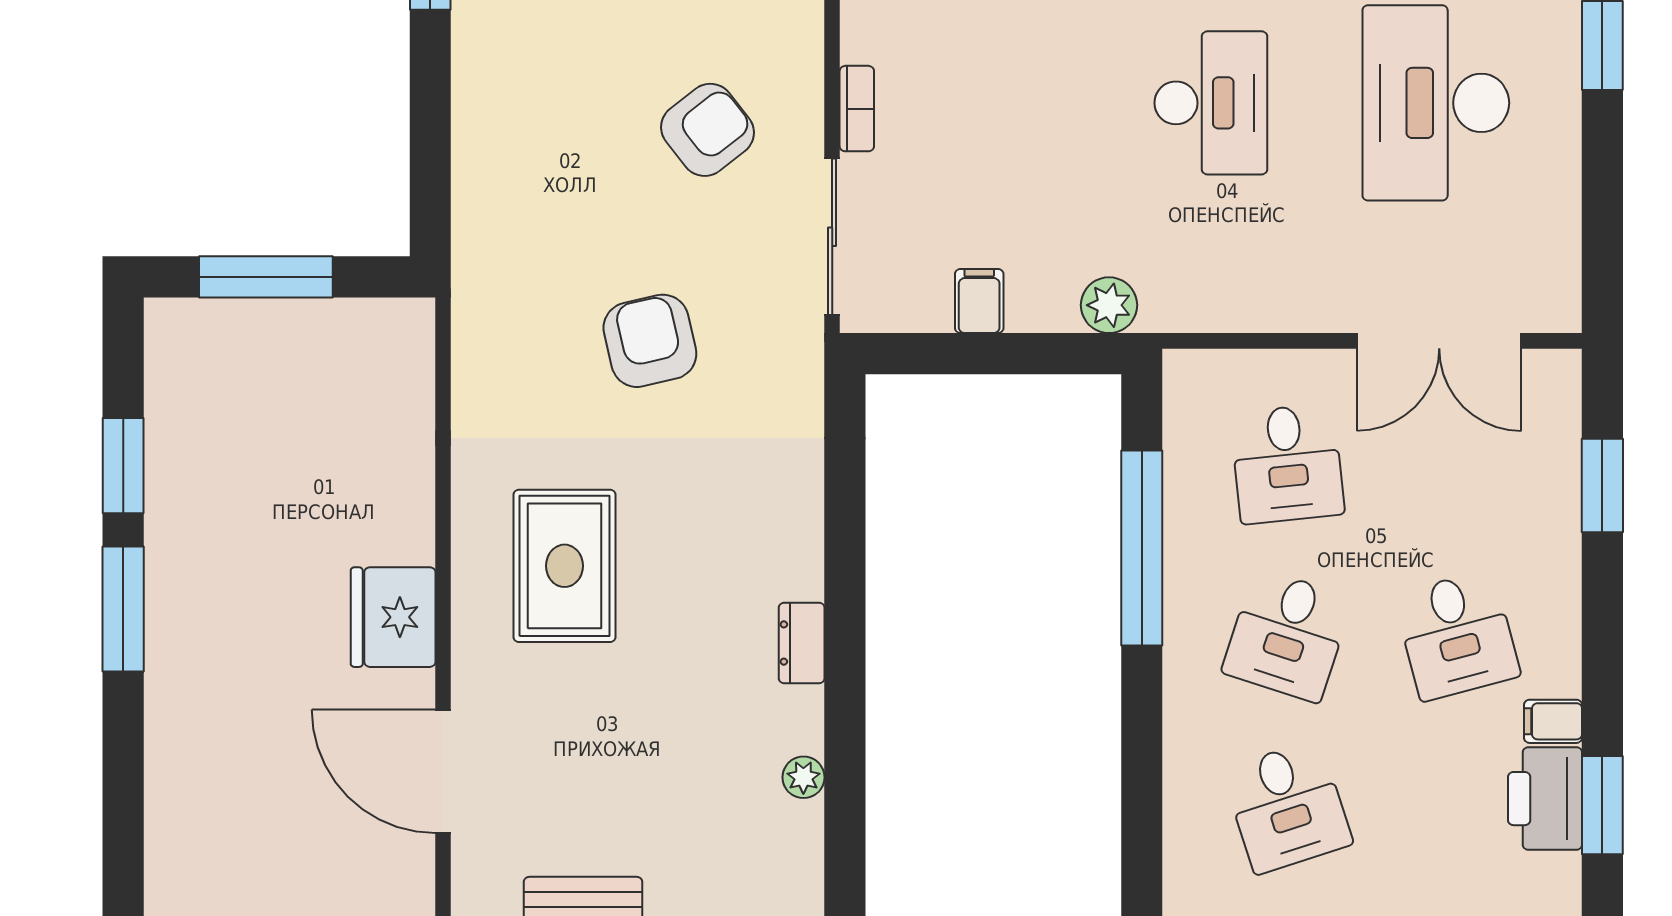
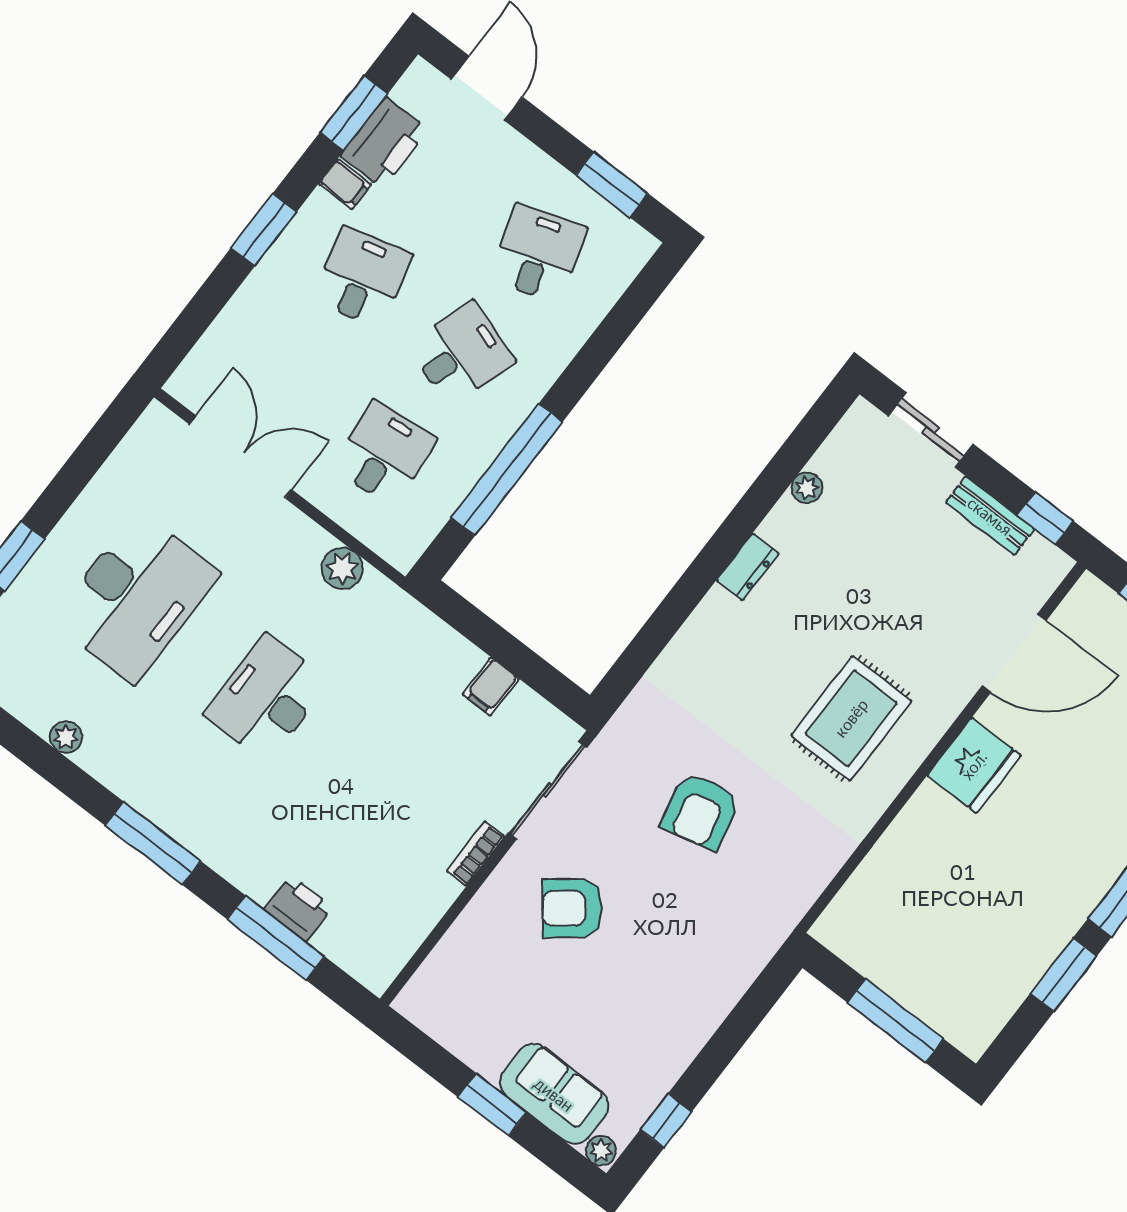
plant: (1109, 305) -> (342, 568), moved
window: (1602, 486) -> (264, 230), moved
door: (443, 771) -> (1014, 653), hinge flipped

